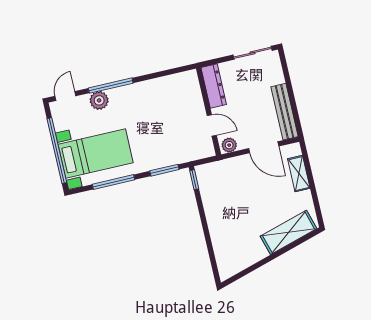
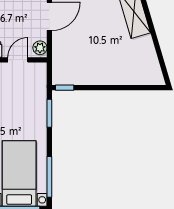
window: (114, 182) -> (49, 177), moved

